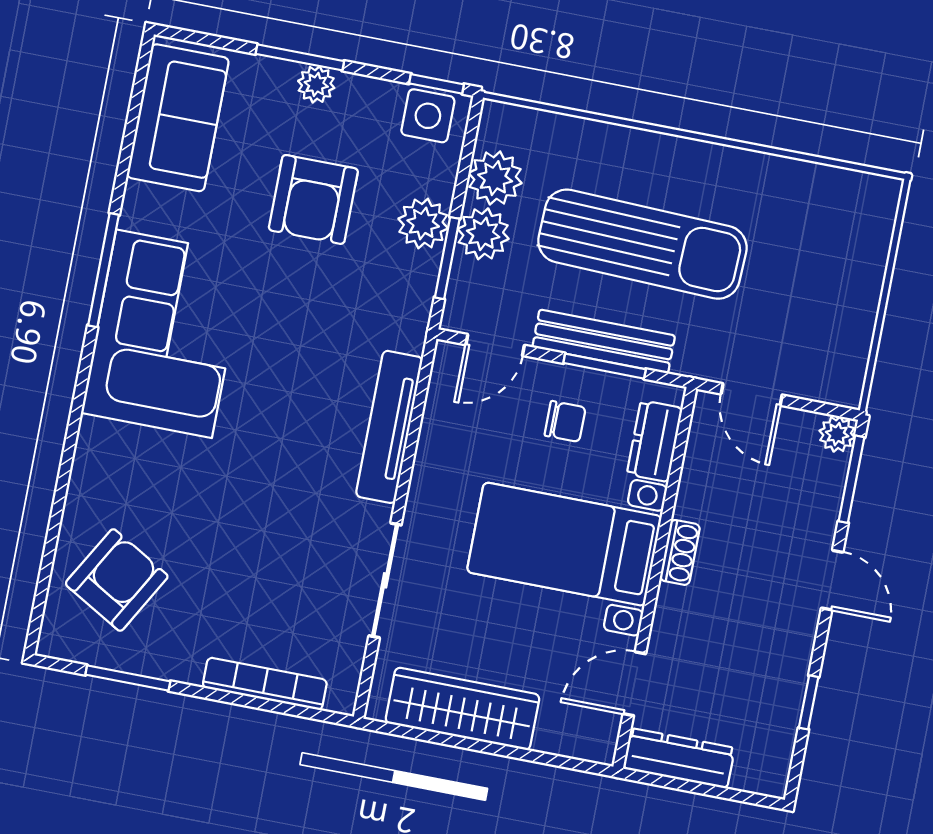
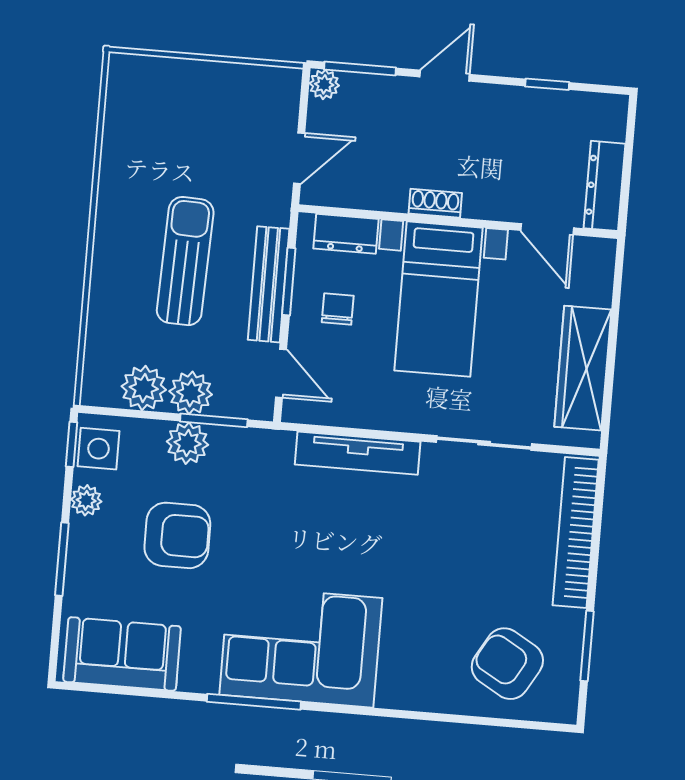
plant: (316, 84) -> (86, 500), moved
sun lounger: (642, 244) -> (185, 261), width x0.73, depth x0.75
bookcase: (265, 684) -> (576, 532), width x1.48, depth x1.31

